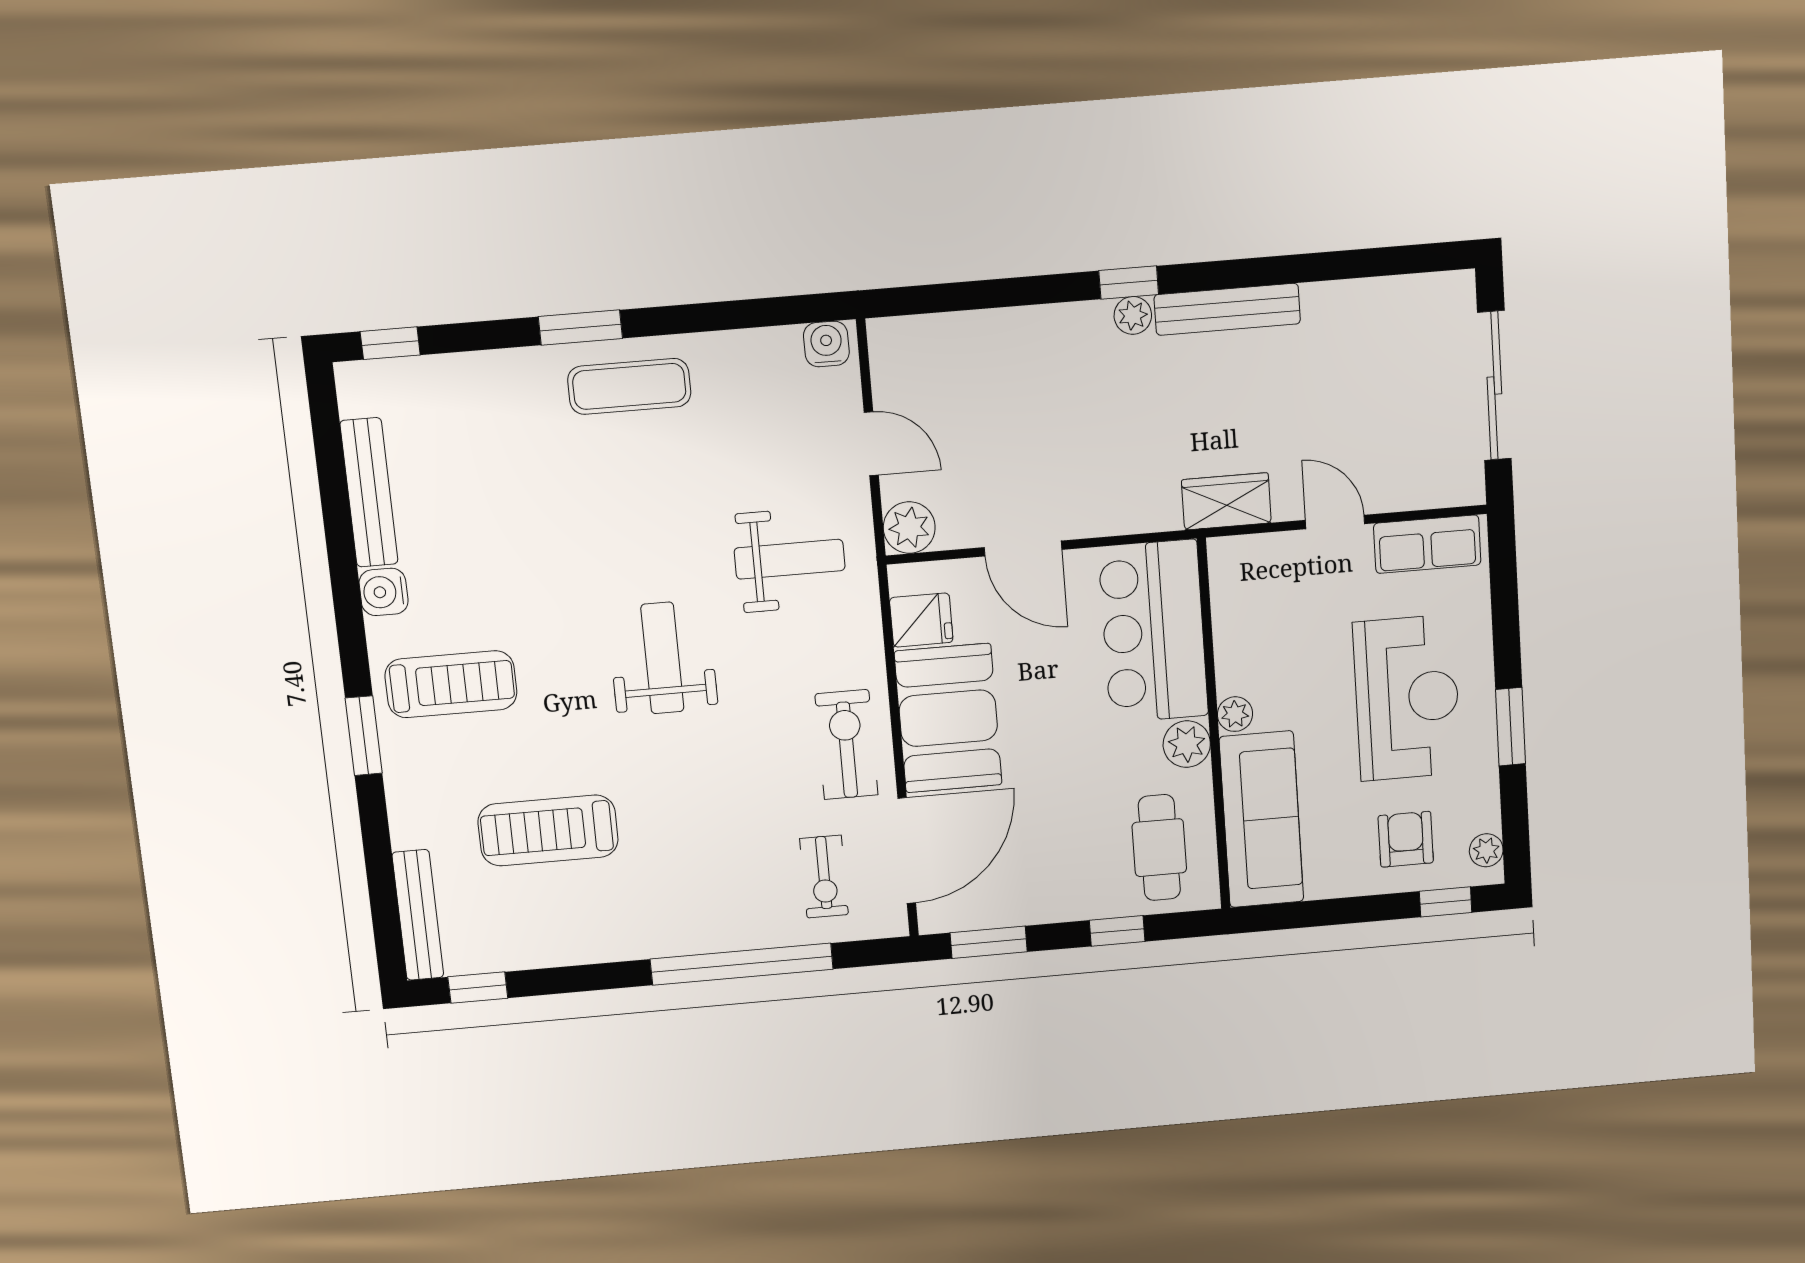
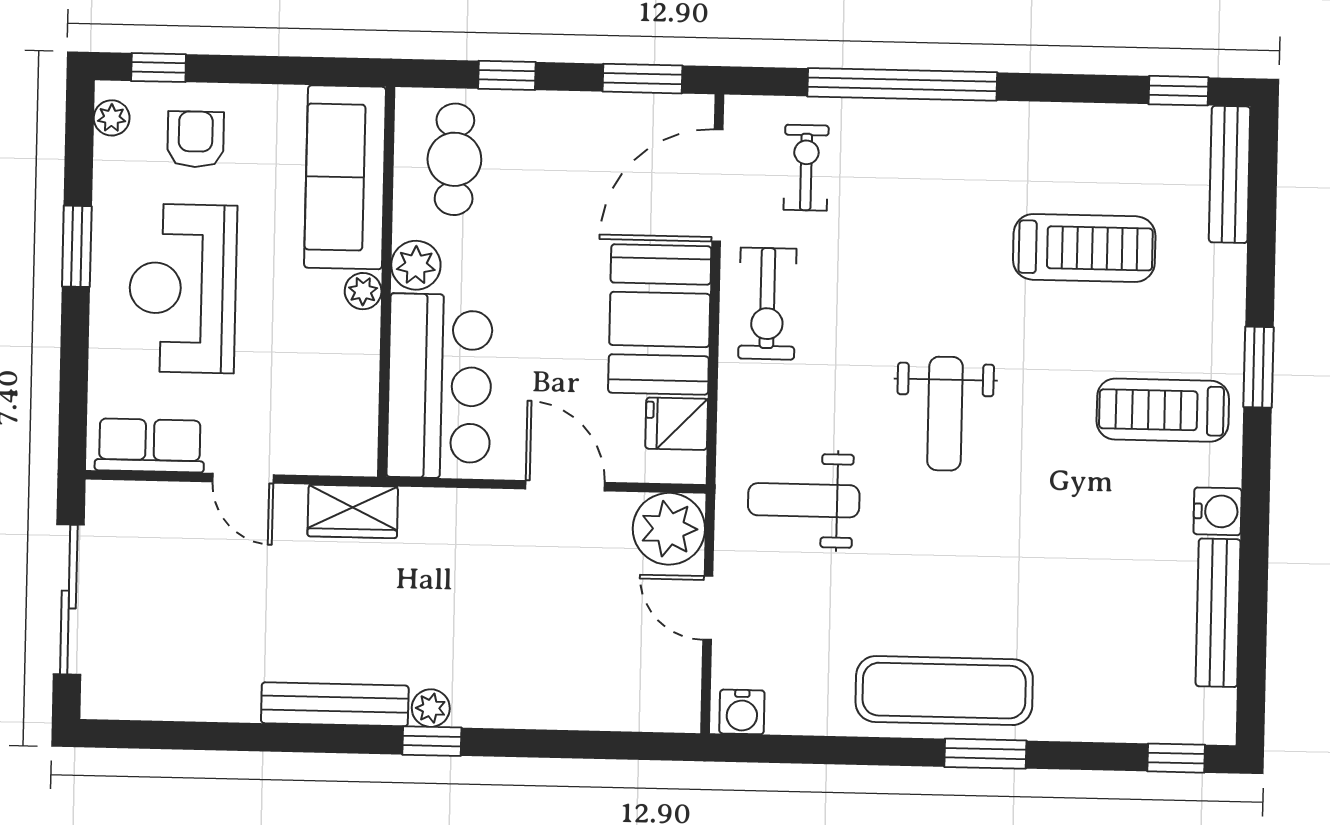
exercise mat: (629, 386) -> (944, 691), width x1.36, depth x1.45
plant: (909, 528) -> (669, 529), width x1.36, depth x1.36
armchair: (1406, 839) -> (196, 139), turned 180

